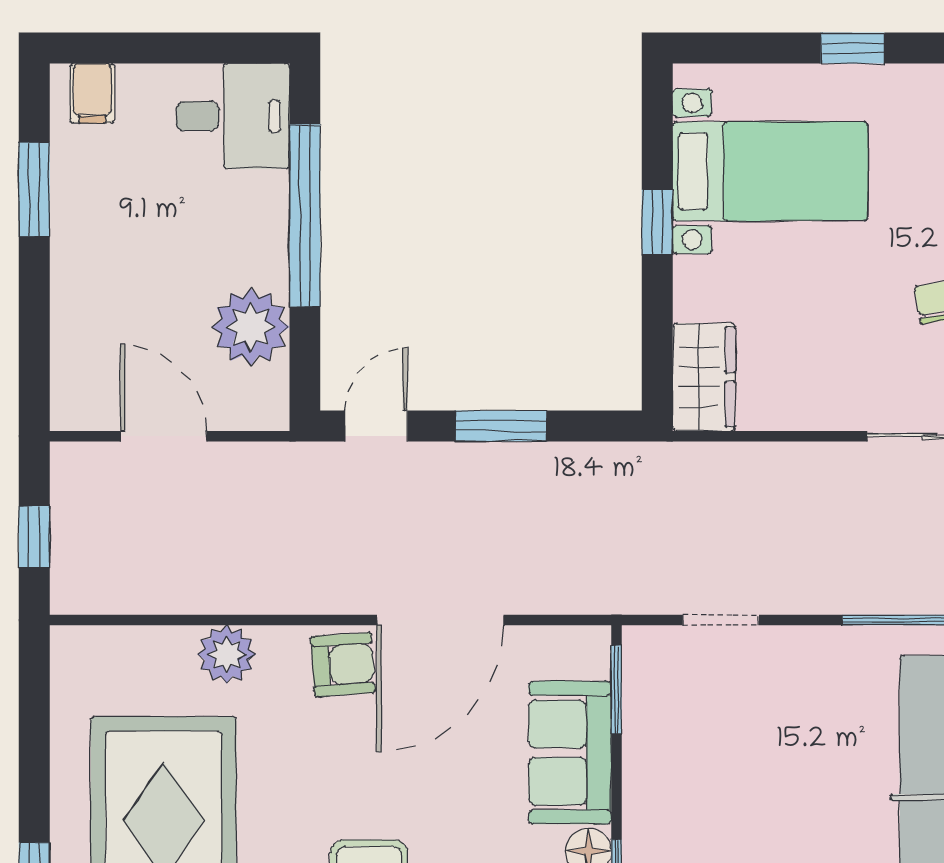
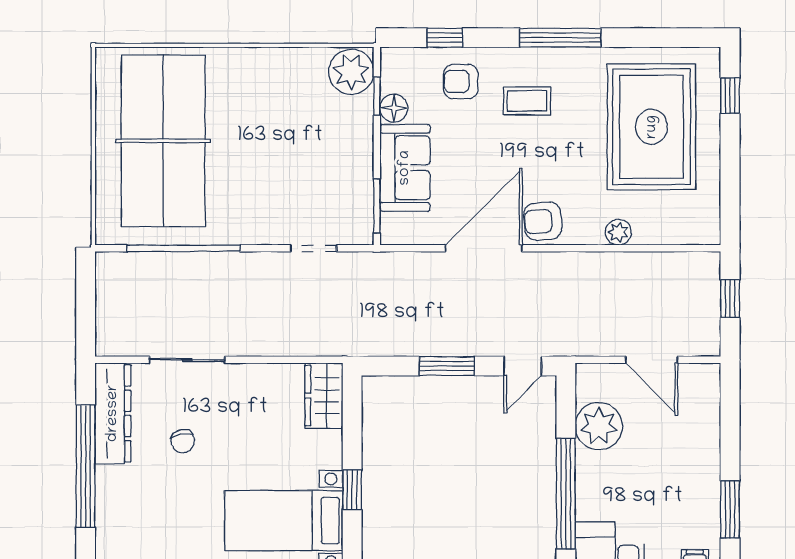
plant: (227, 654) -> (618, 232), width x0.73, depth x0.73

